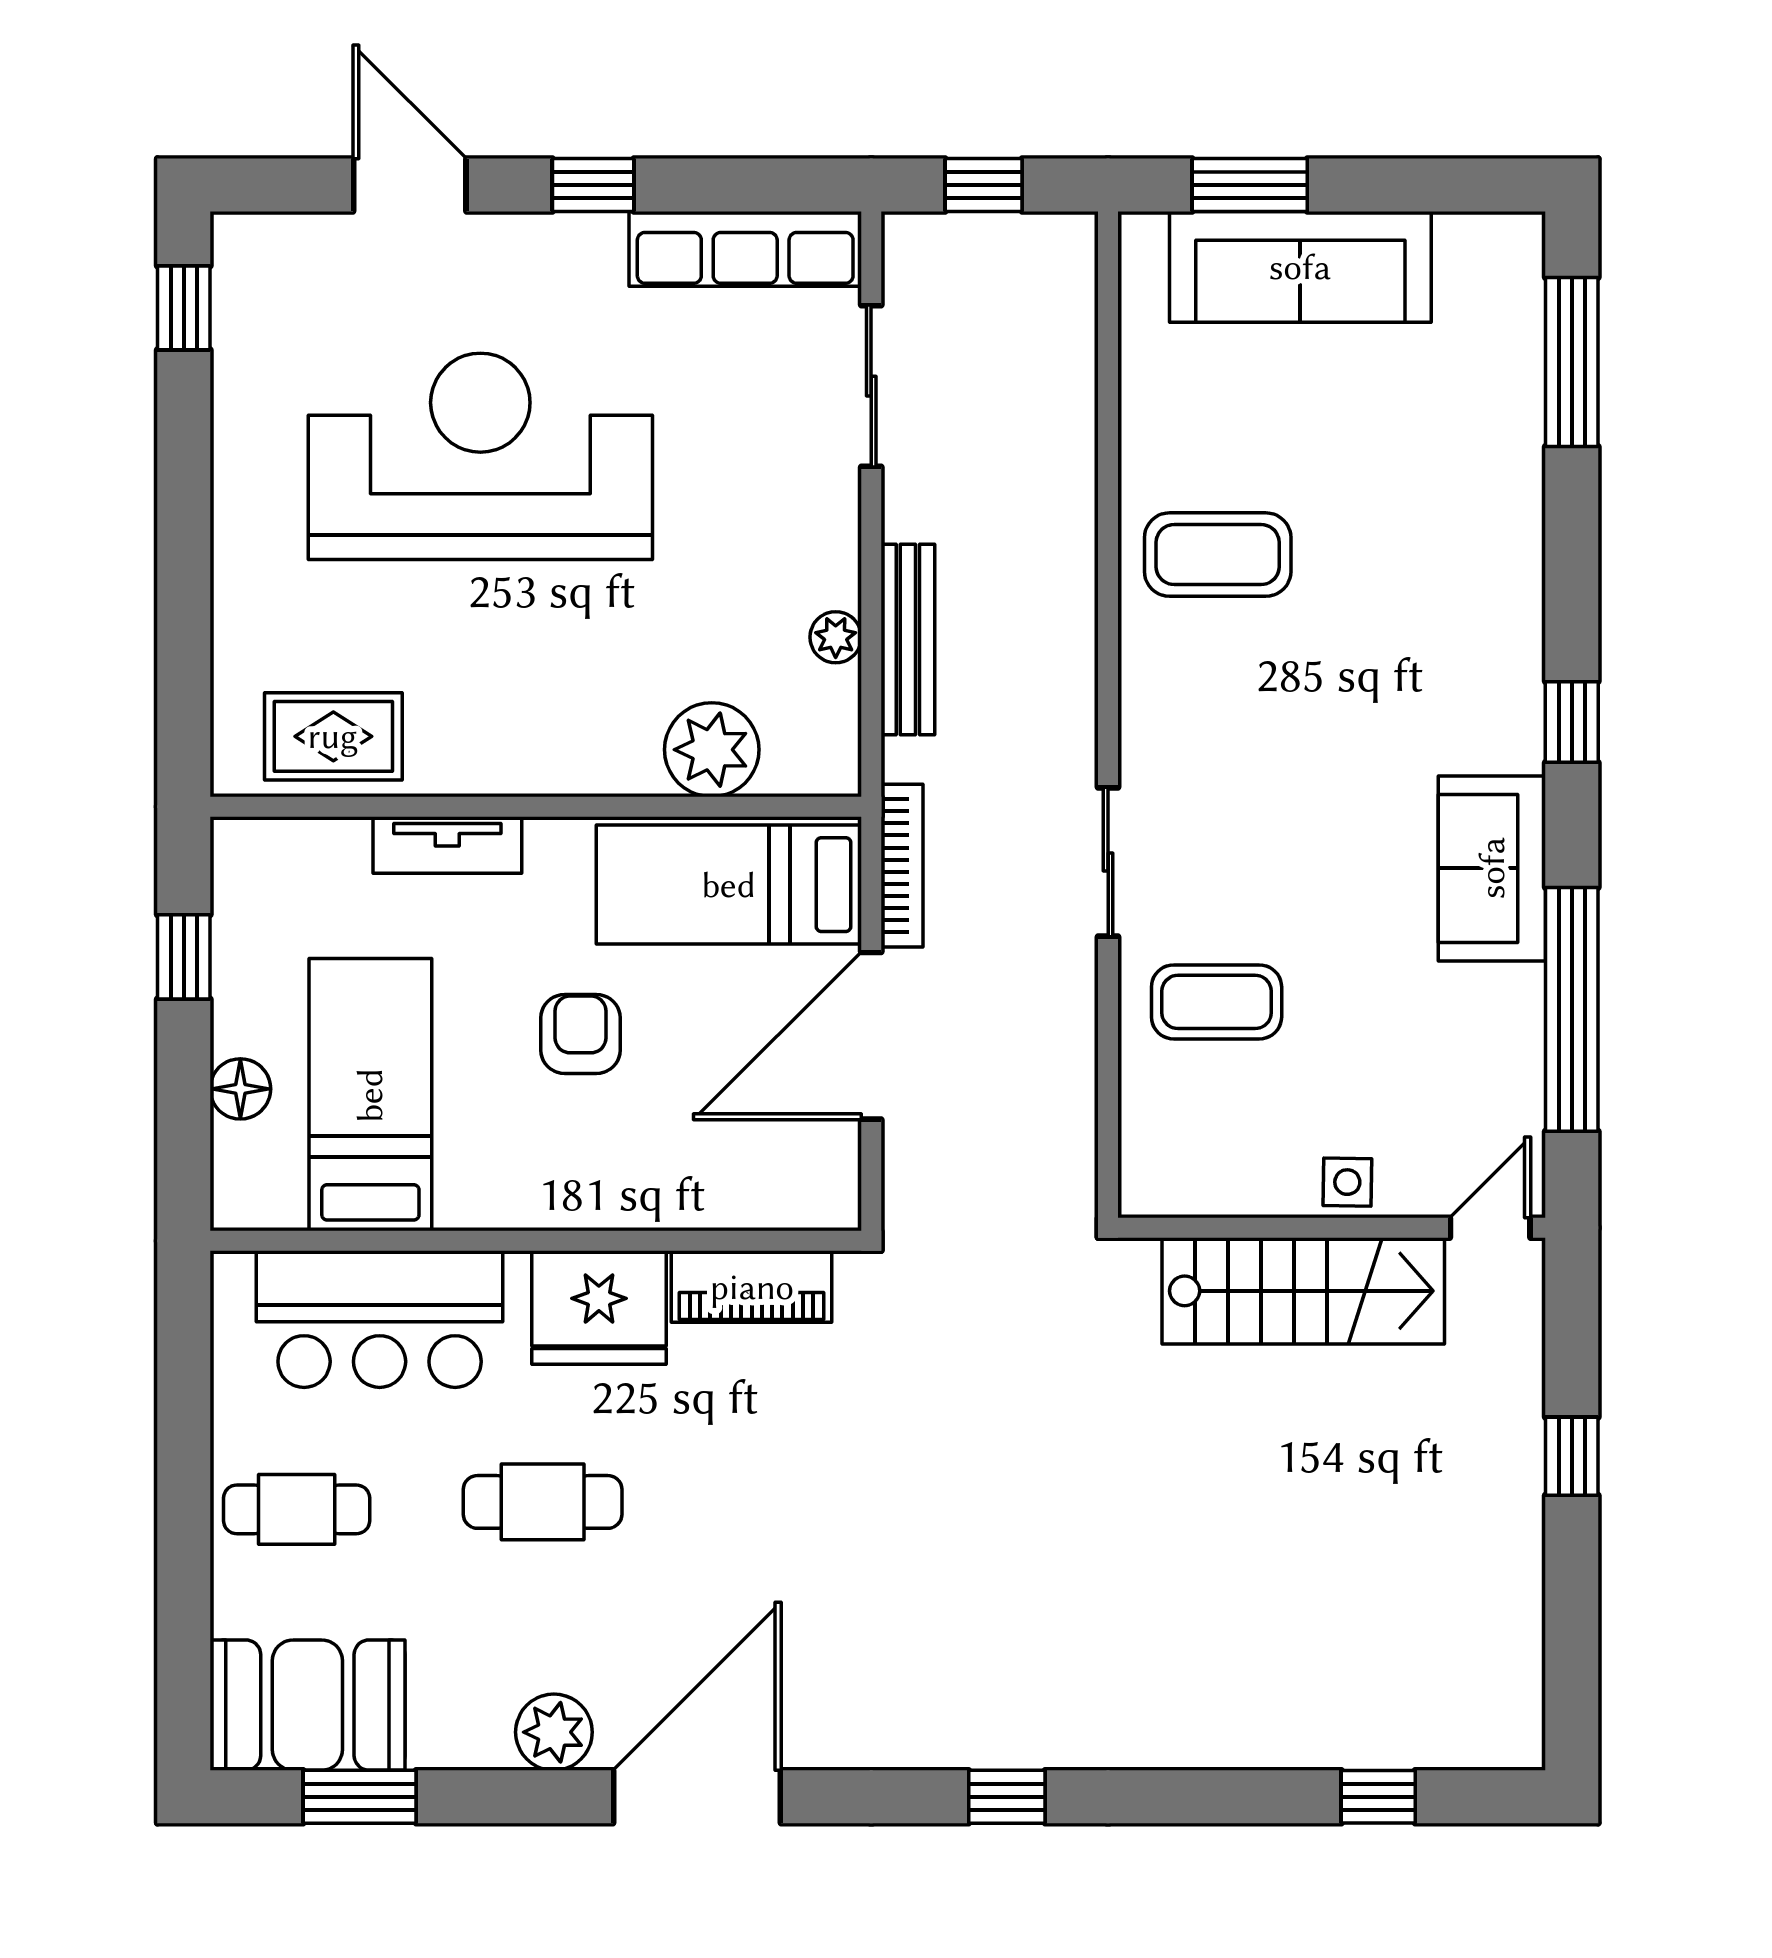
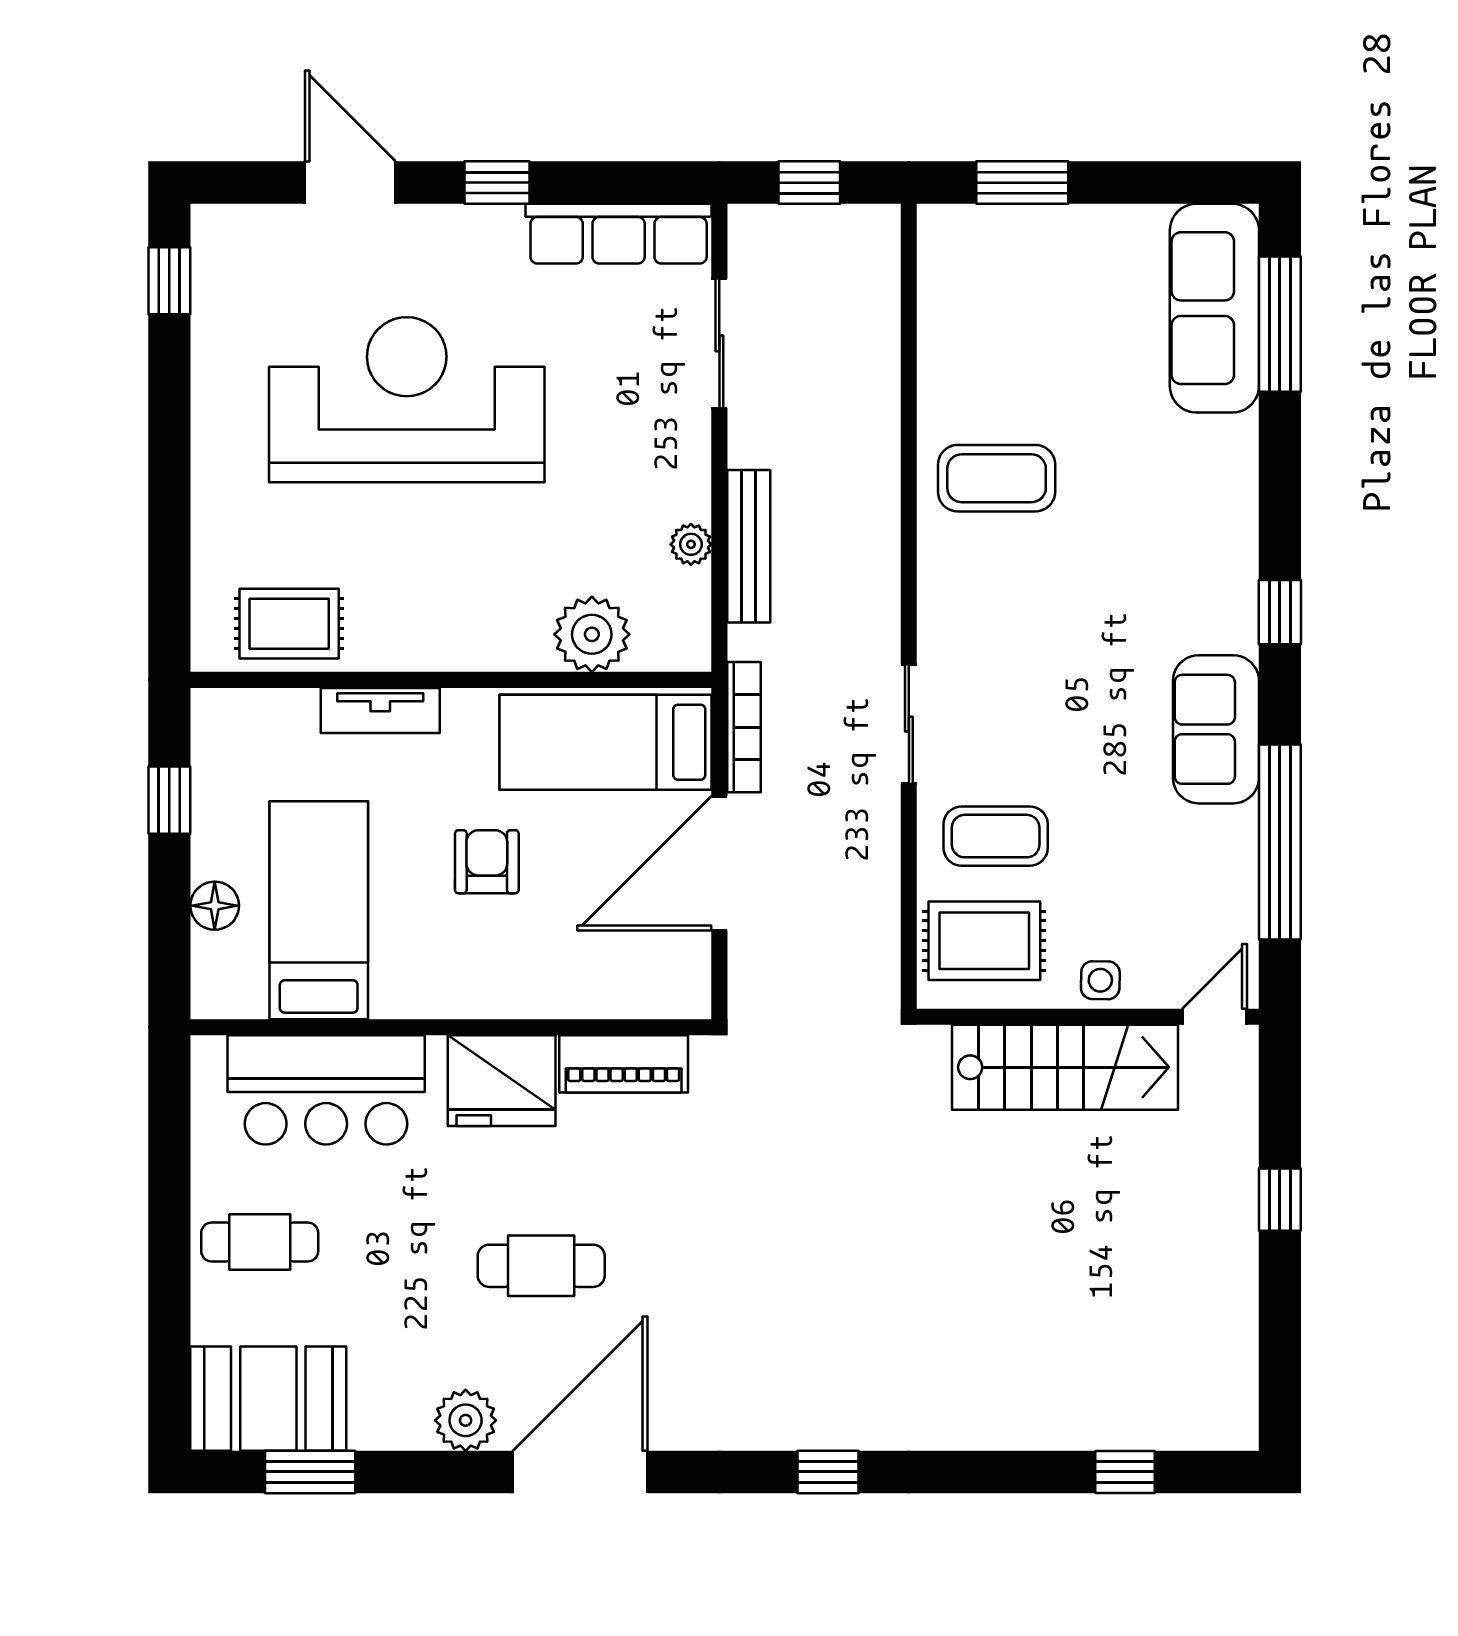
sofa: (1300, 267) -> (1214, 308), moved, turned 90
rug: (1202, 1133) -> (984, 941), added
cafe table: (543, 1502) -> (541, 1266), moved

